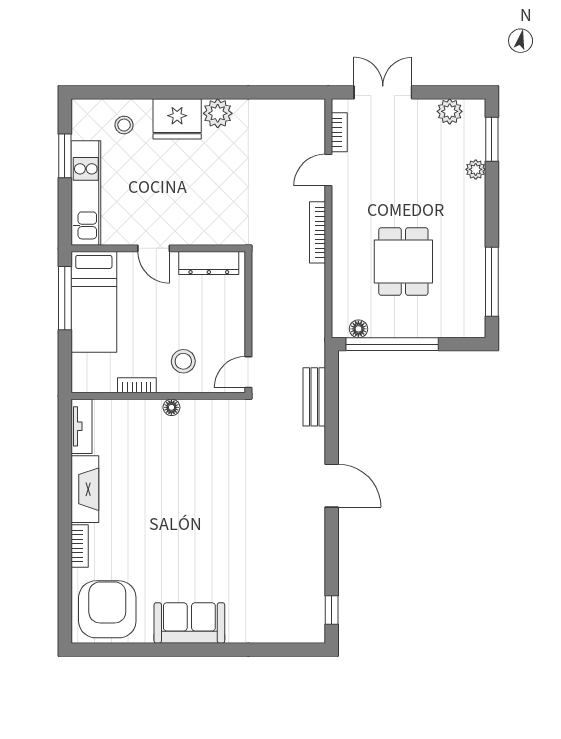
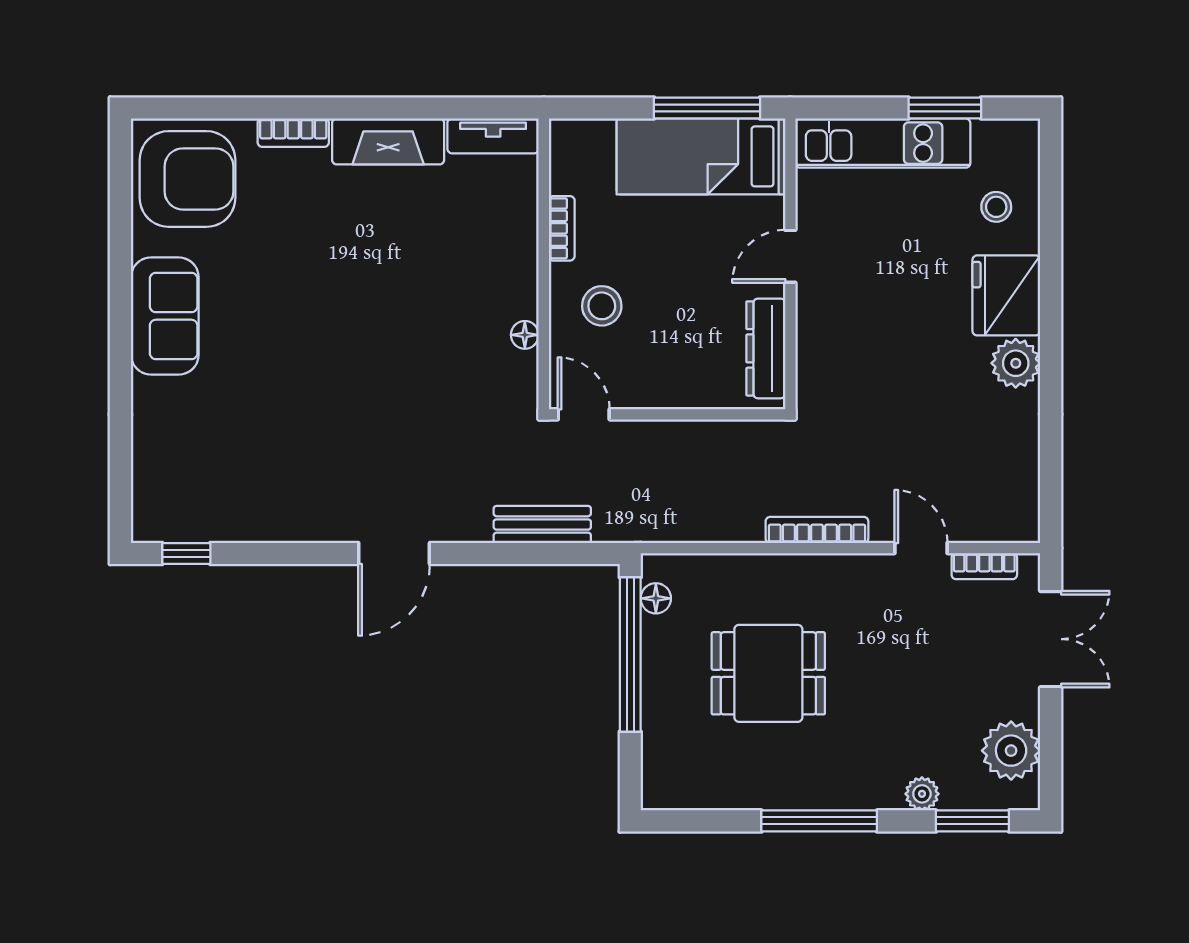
plant: (450, 111) -> (1011, 751), width x1.36, depth x1.36
window: (492, 282) -> (819, 821), moved
floor lamp: (171, 407) -> (525, 335), moved

